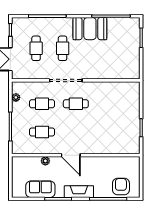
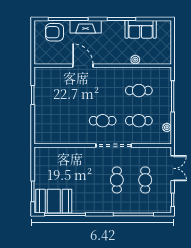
booth: (90, 29) -> (54, 201), moved
door: (71, 155) -> (83, 66), moved
armchair: (121, 186) -> (54, 32), turned 90
fireplace: (79, 192) -> (86, 27), moved

